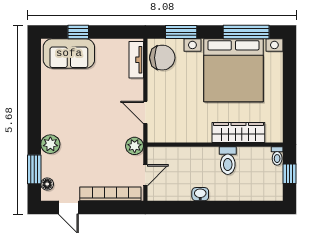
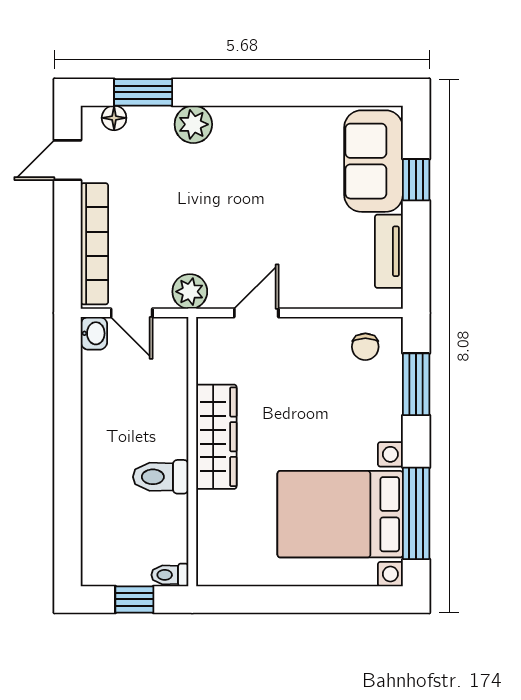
chair: (162, 58) -> (365, 347), width x0.54, depth x0.54
tv unit: (136, 60) -> (389, 251), moved, turned -90
bed with nightstands: (233, 70) -> (340, 514), width x0.73
wardrobe: (238, 133) -> (216, 437), moved
washbasin: (200, 194) -> (94, 333), moved

